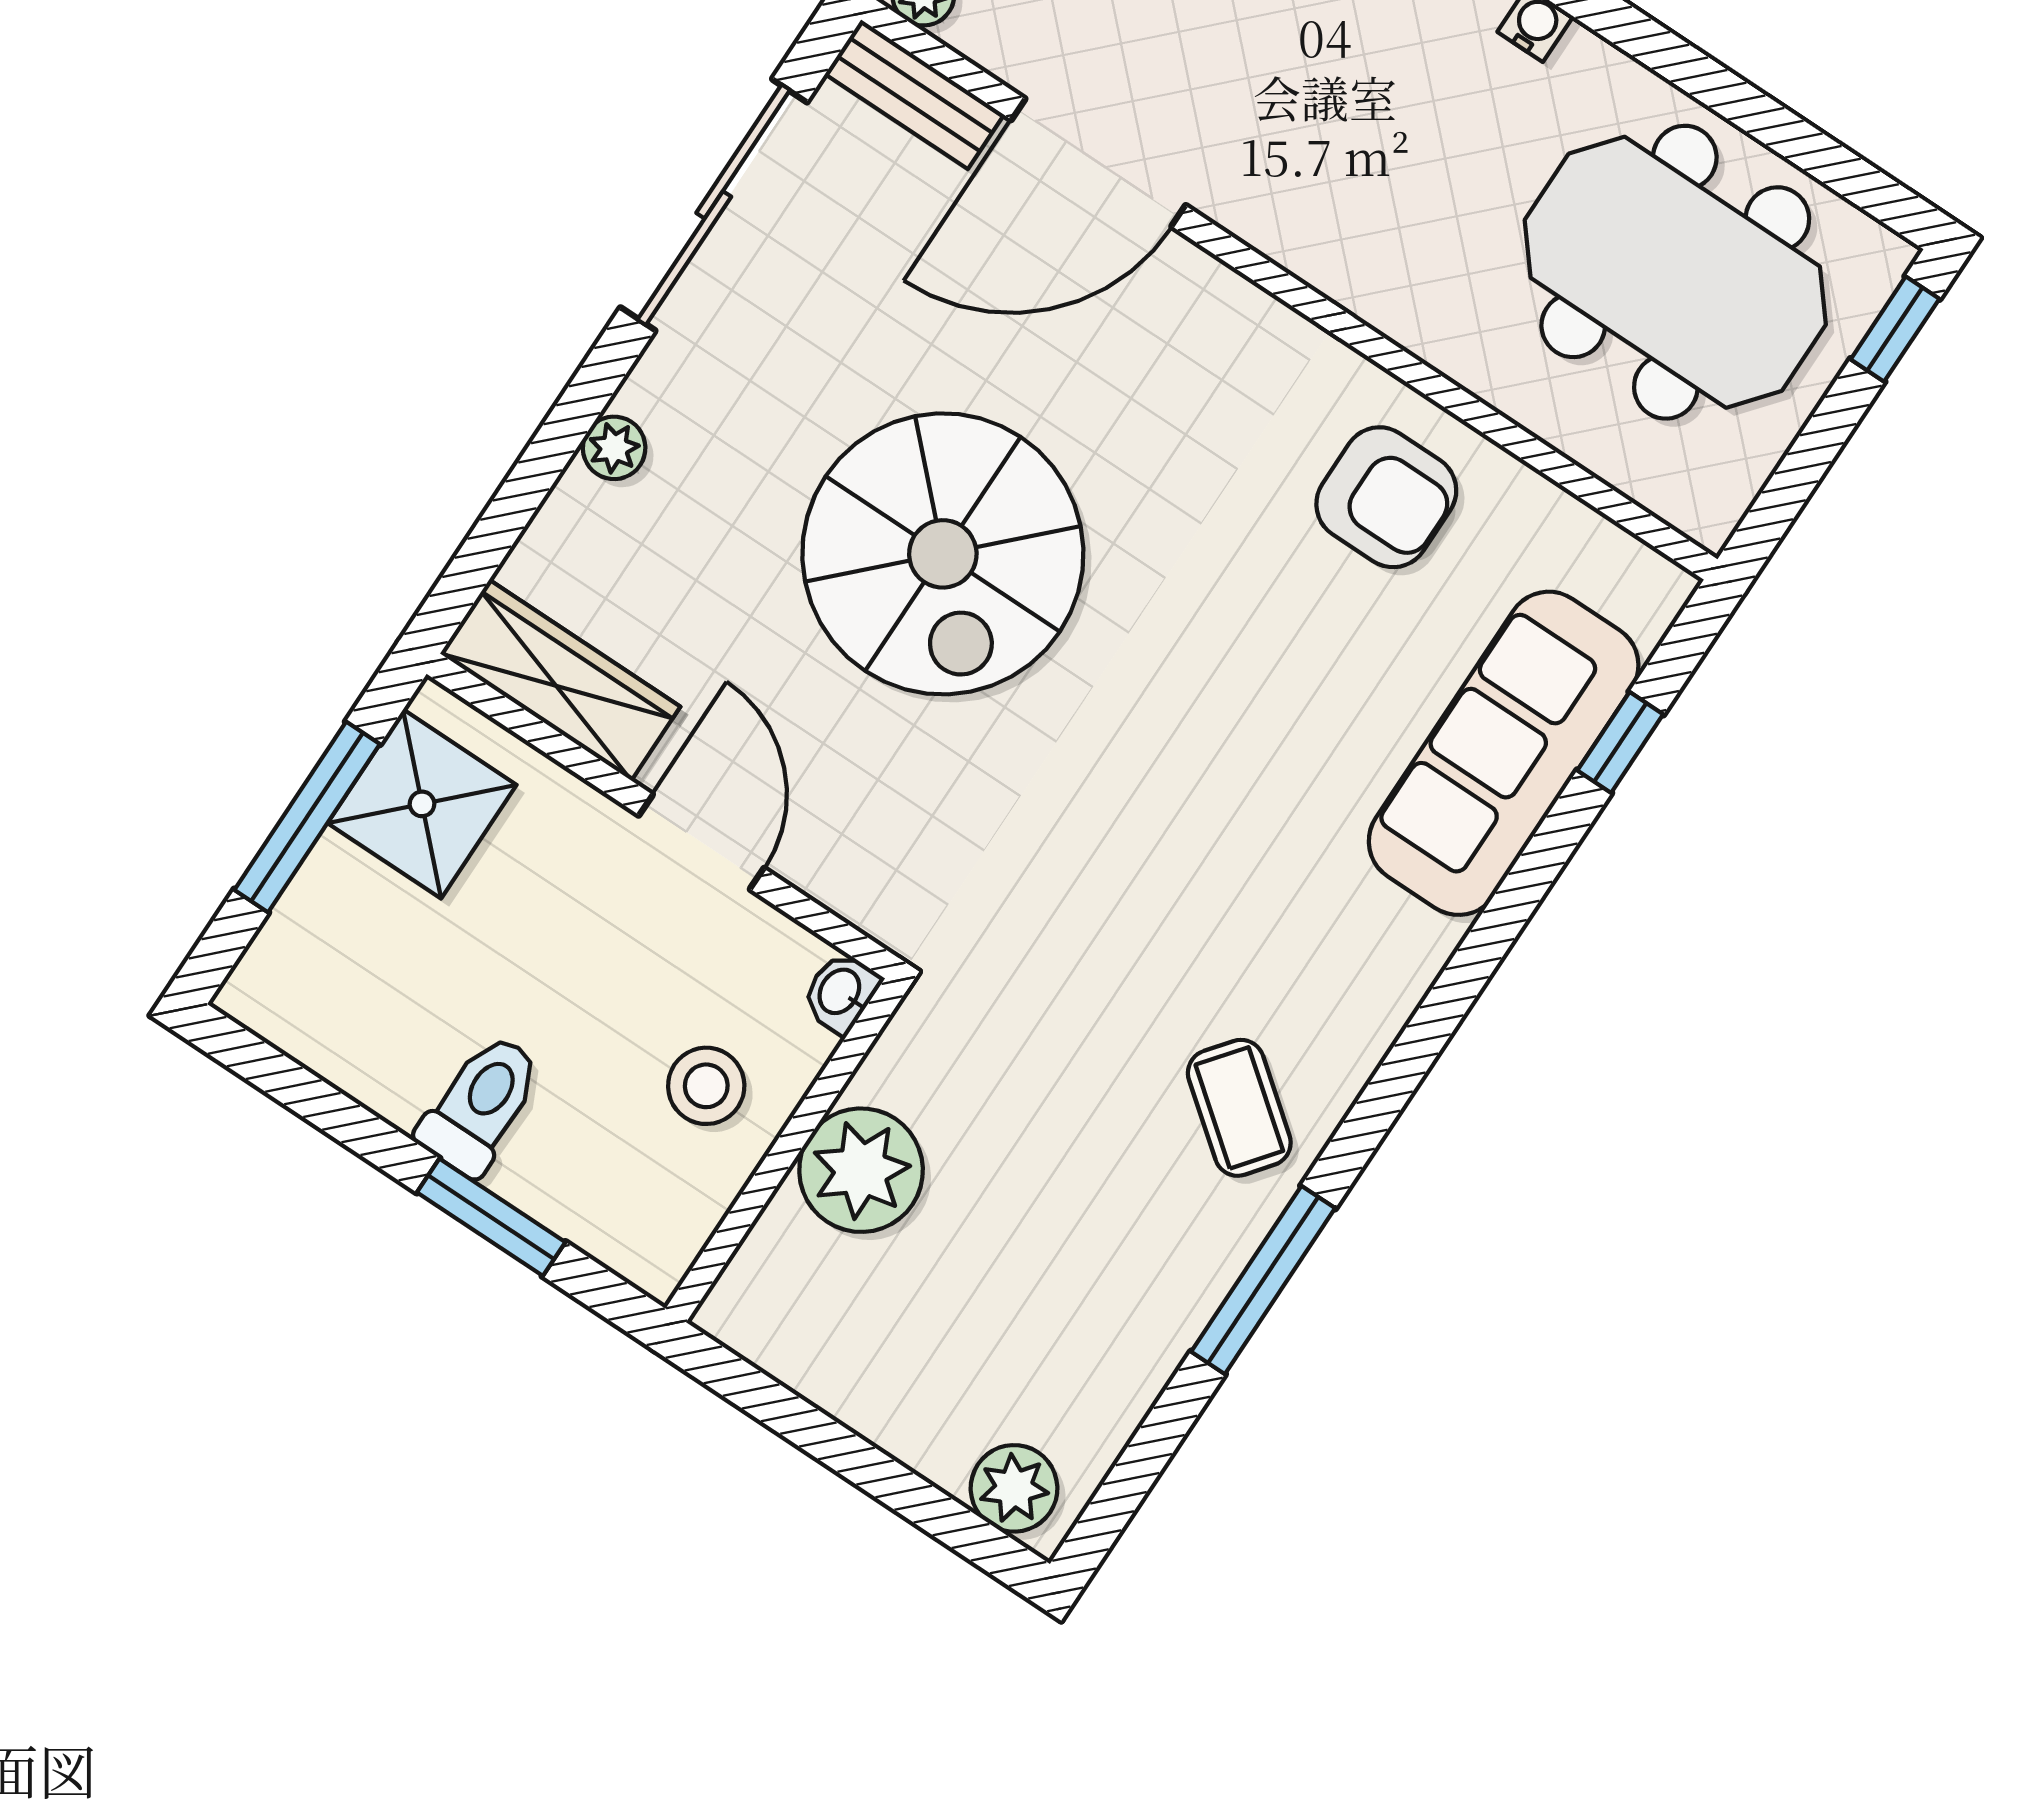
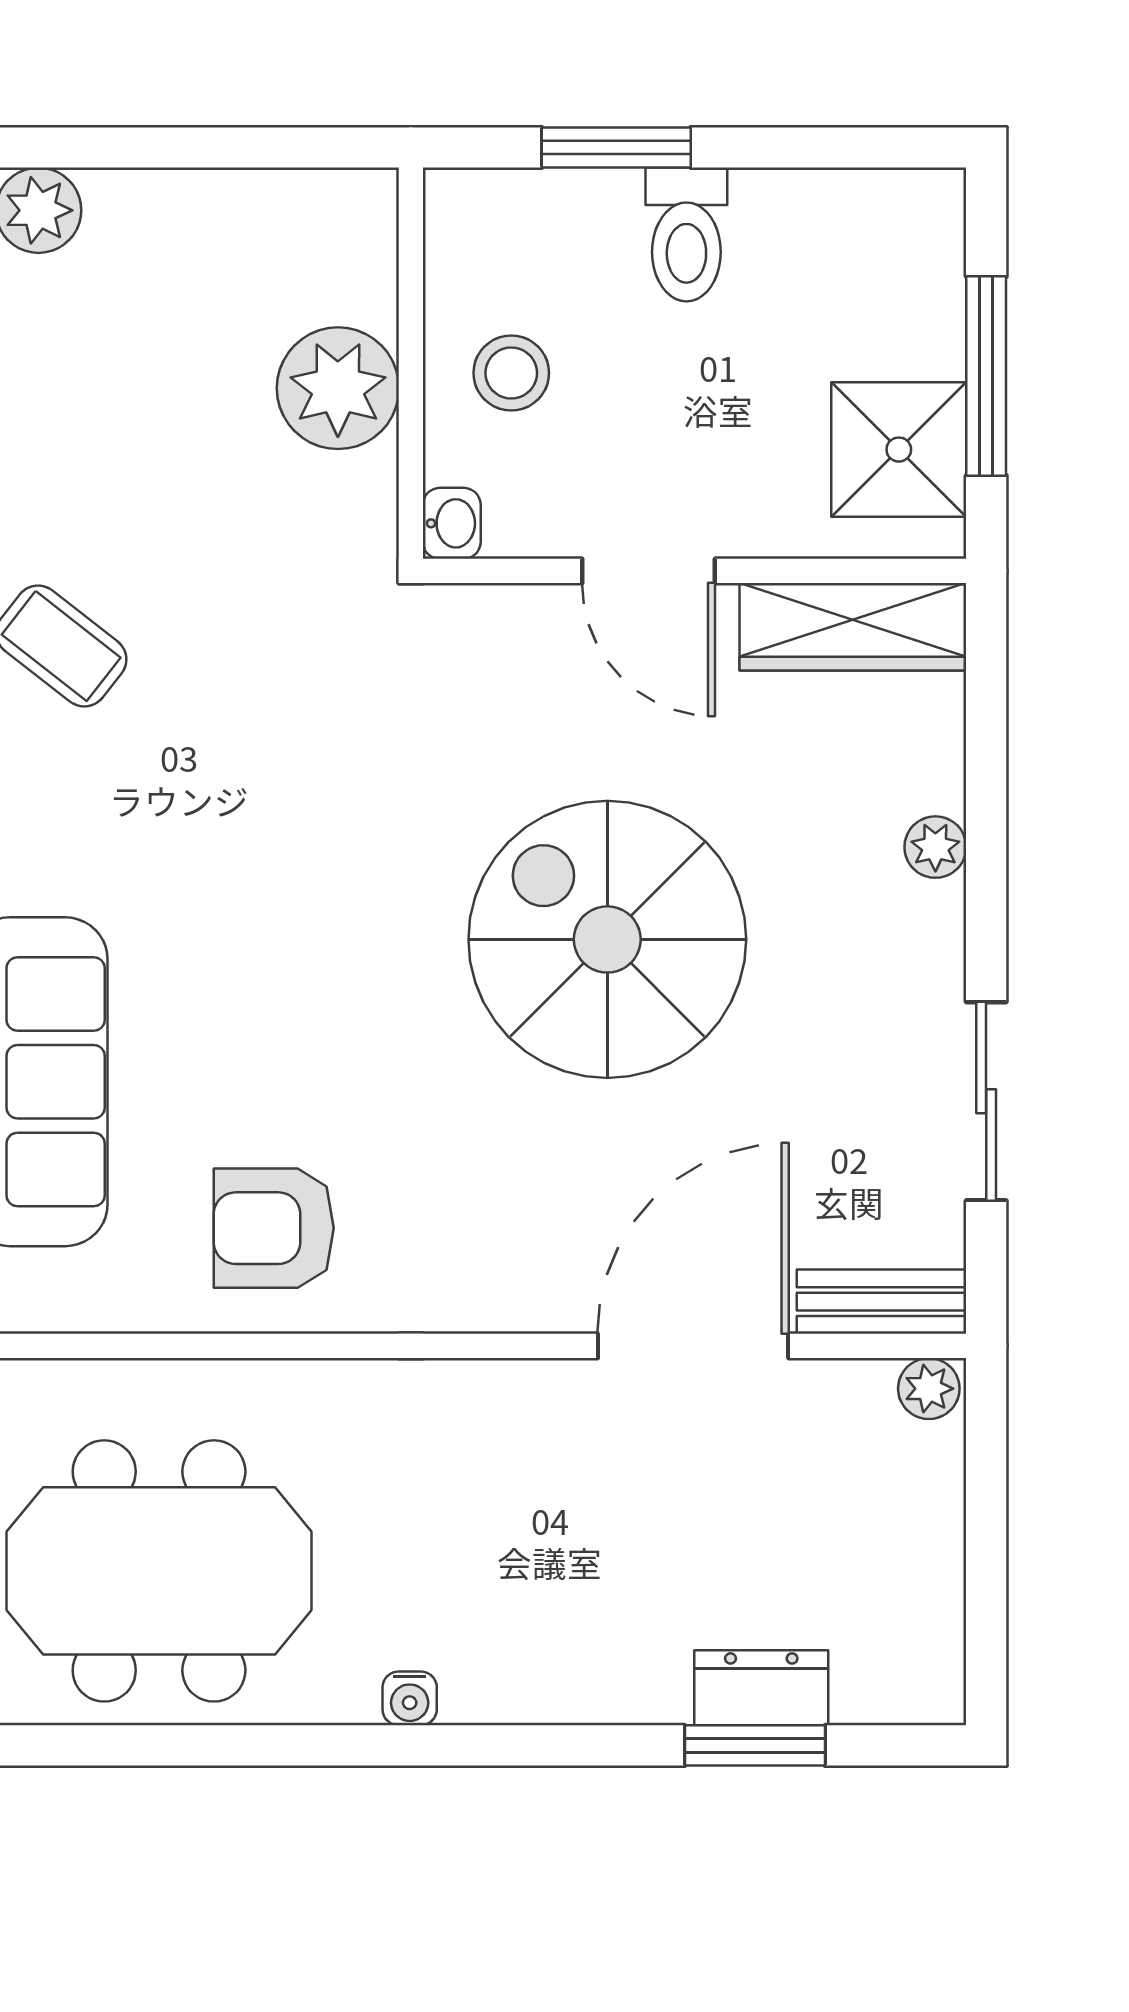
sliding door: (714, 205) -> (986, 1101), width x0.73

